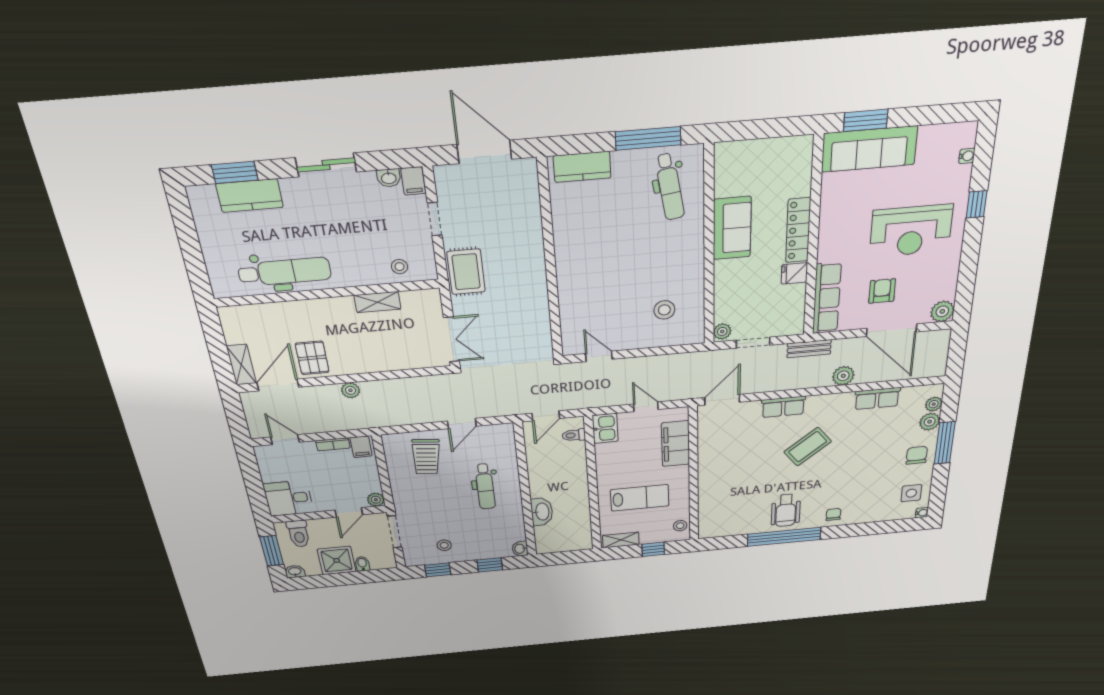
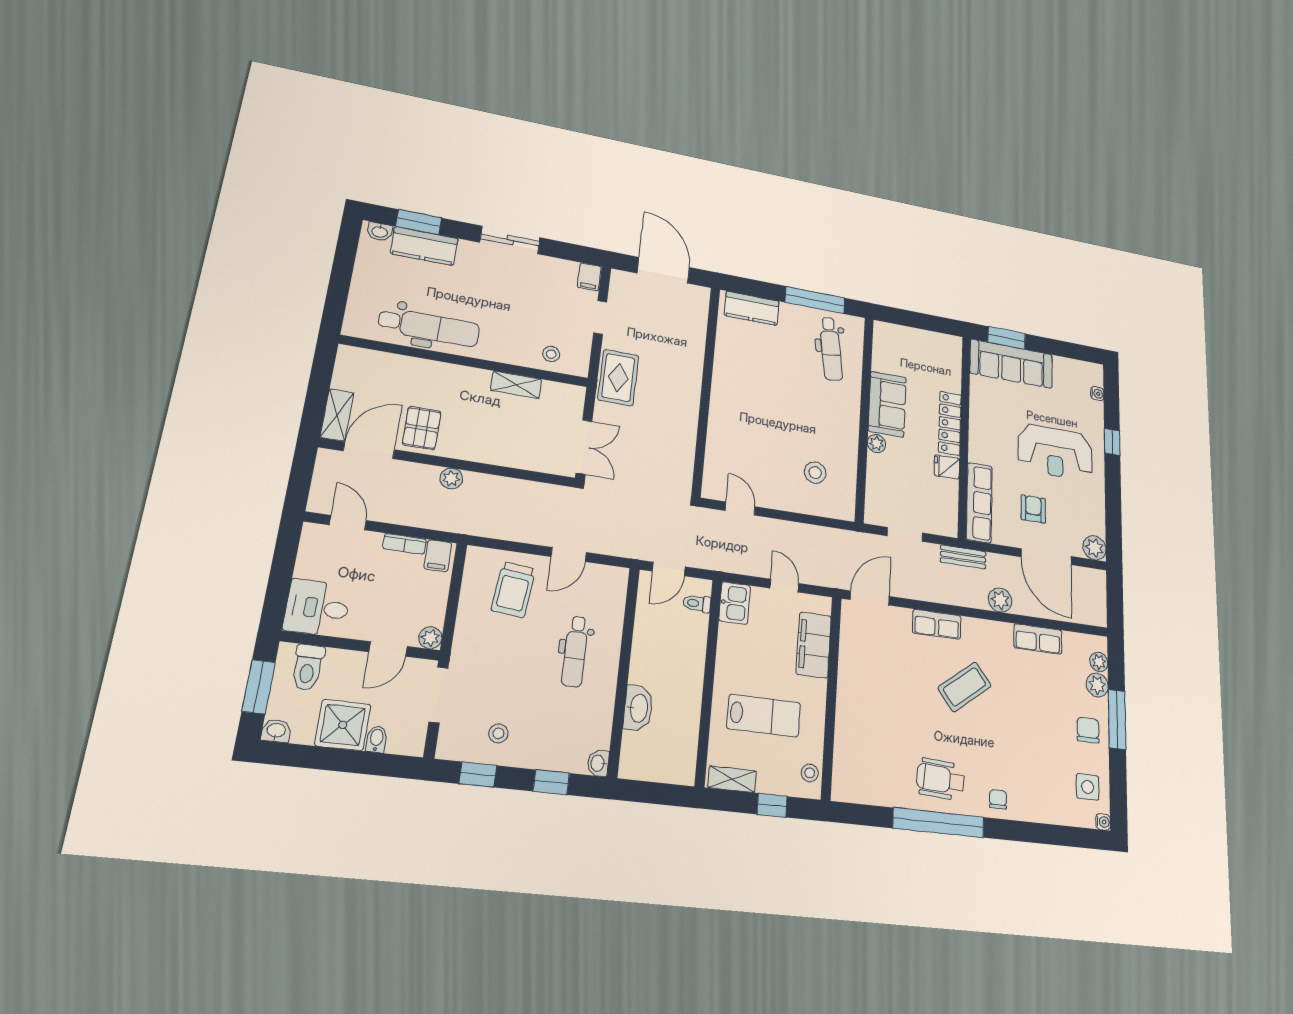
washbasin: (389, 178) -> (380, 232), moved
plant: (722, 331) -> (877, 443), moved
wheelchair: (786, 511) -> (940, 779), turned 94

